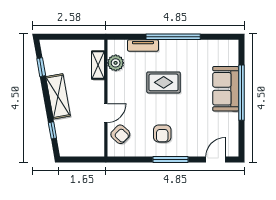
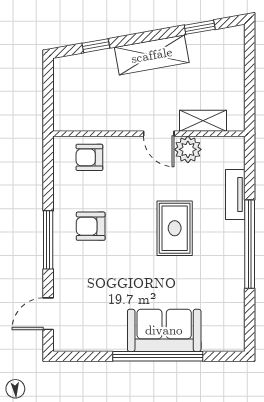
plant: (116, 63) -> (188, 149), moved
door: (106, 113) -> (159, 134), moved
armchair: (120, 134) -> (89, 157), turned 46
door: (216, 159) -> (48, 314), swing flipped

